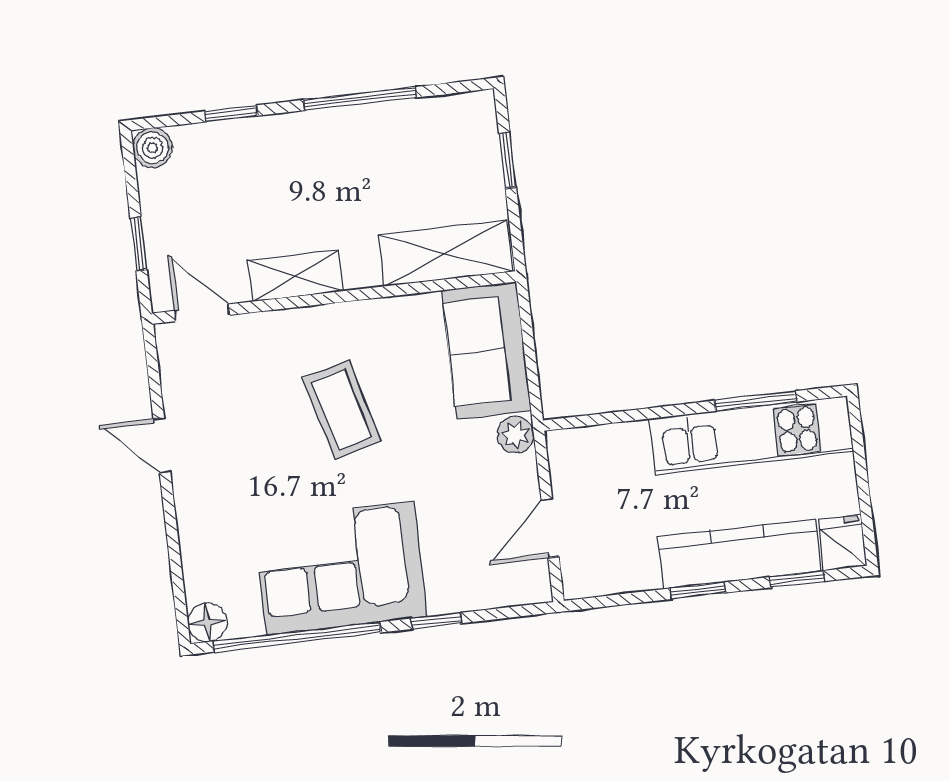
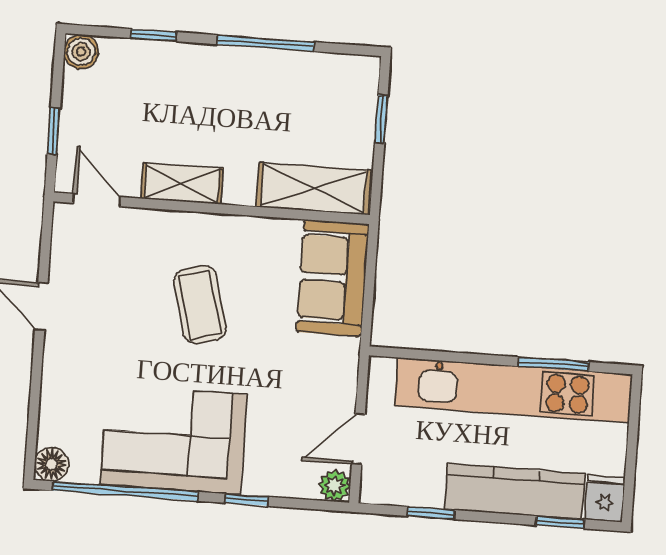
plant: (516, 435) -> (335, 486), moved
kitchen unit: (751, 435) -> (513, 390), width x1.36
window: (698, 591) -> (431, 513), moved

